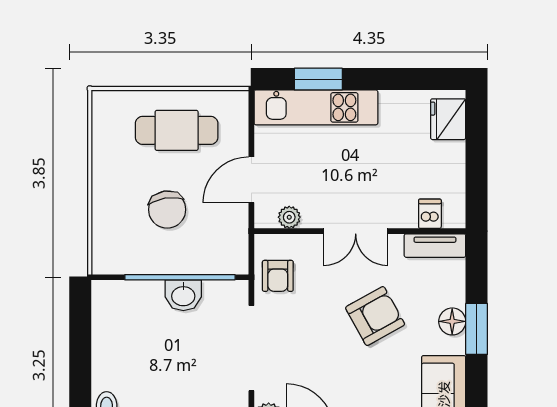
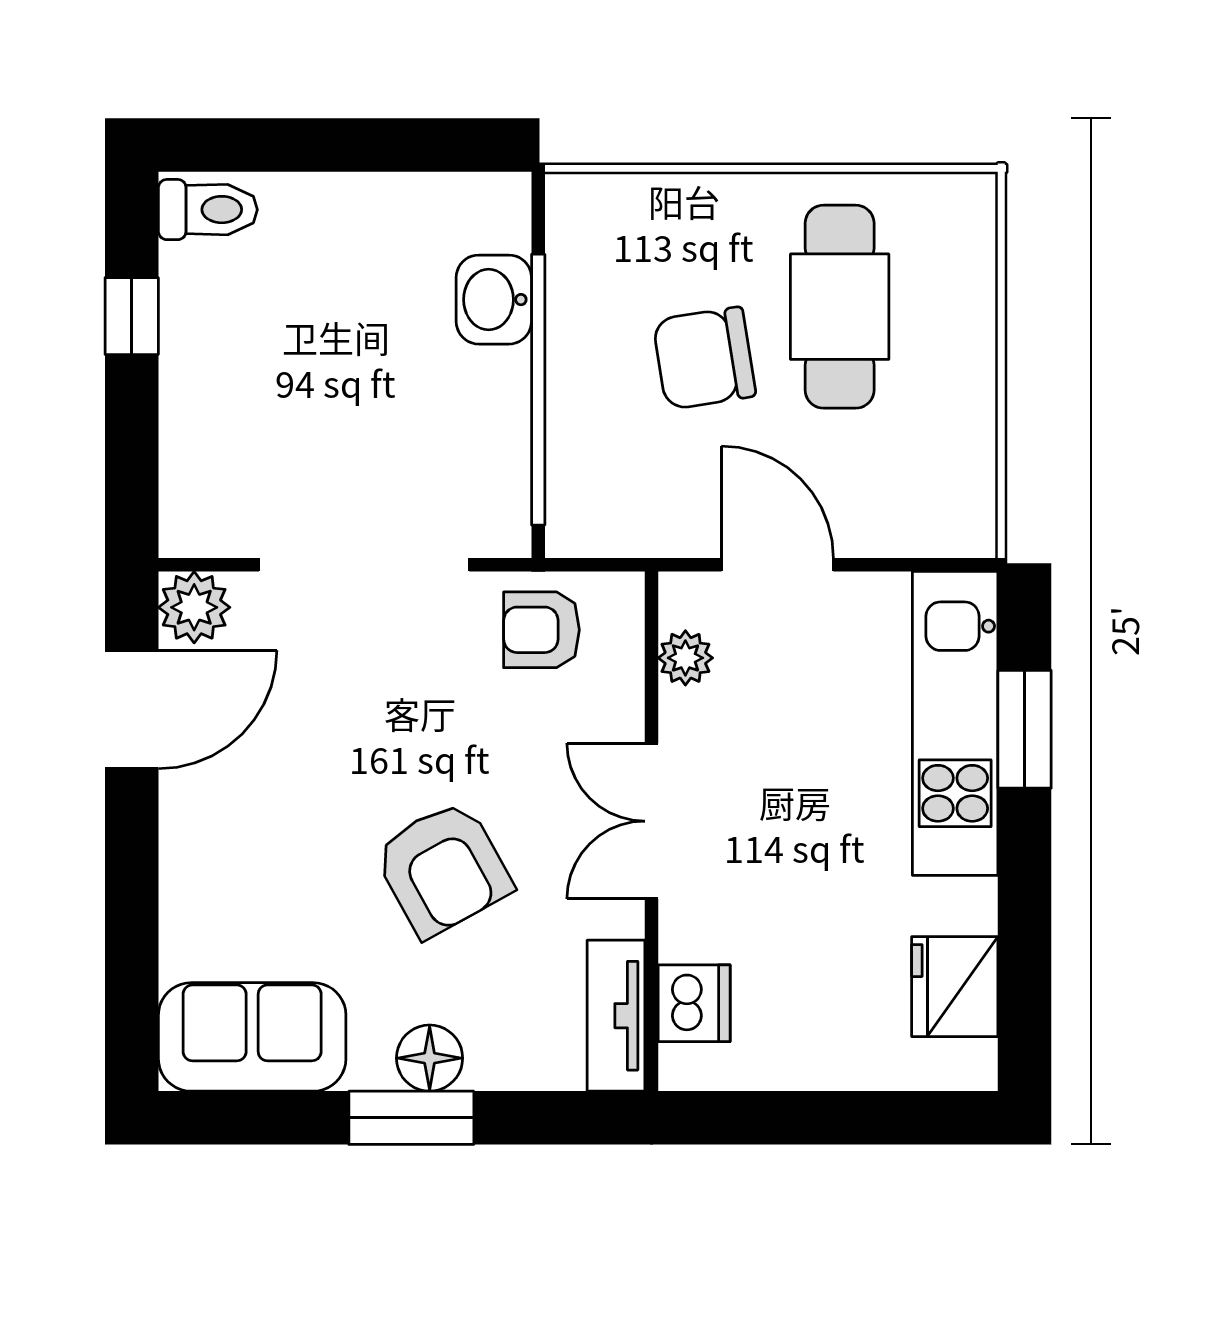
fridge: (448, 119) -> (955, 987), moved, turned -90
cafe table: (177, 130) -> (840, 307), moved
dishwasher: (430, 214) -> (694, 1003), width x1.38
washbasin: (183, 295) -> (494, 300), moved

